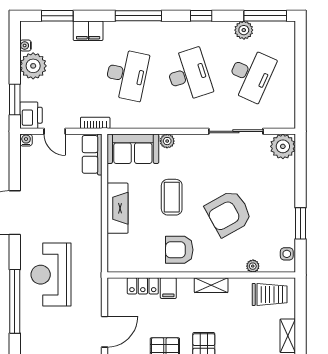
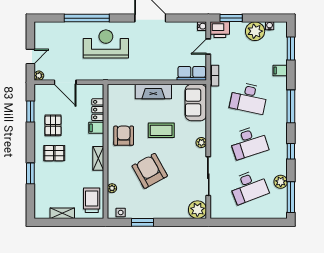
filing cabinet: (88, 31) -> (280, 70), width x0.50
desk: (251, 75) -> (249, 187), turned -45
plant: (167, 141) -> (201, 143), moved
trolley: (270, 294) -> (92, 200), turned 180

